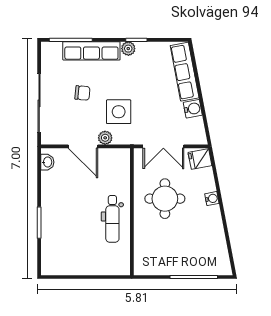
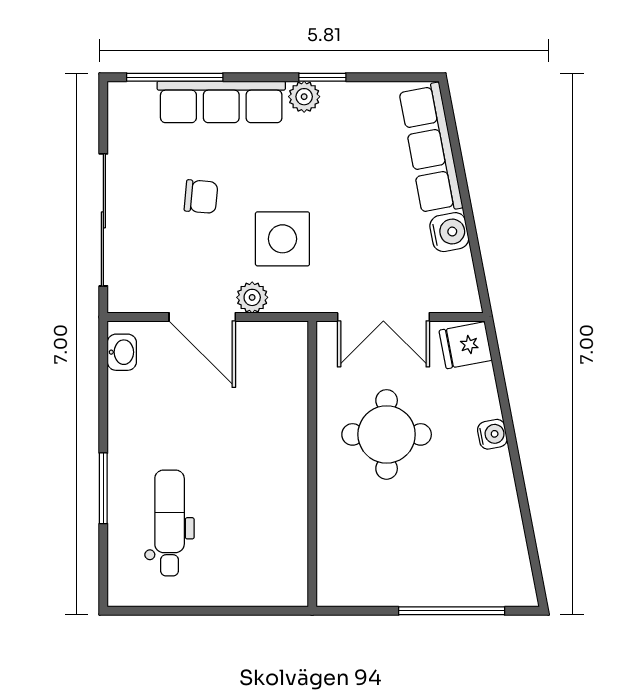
dental chair: (112, 219) -> (170, 523), moved, turned 180

